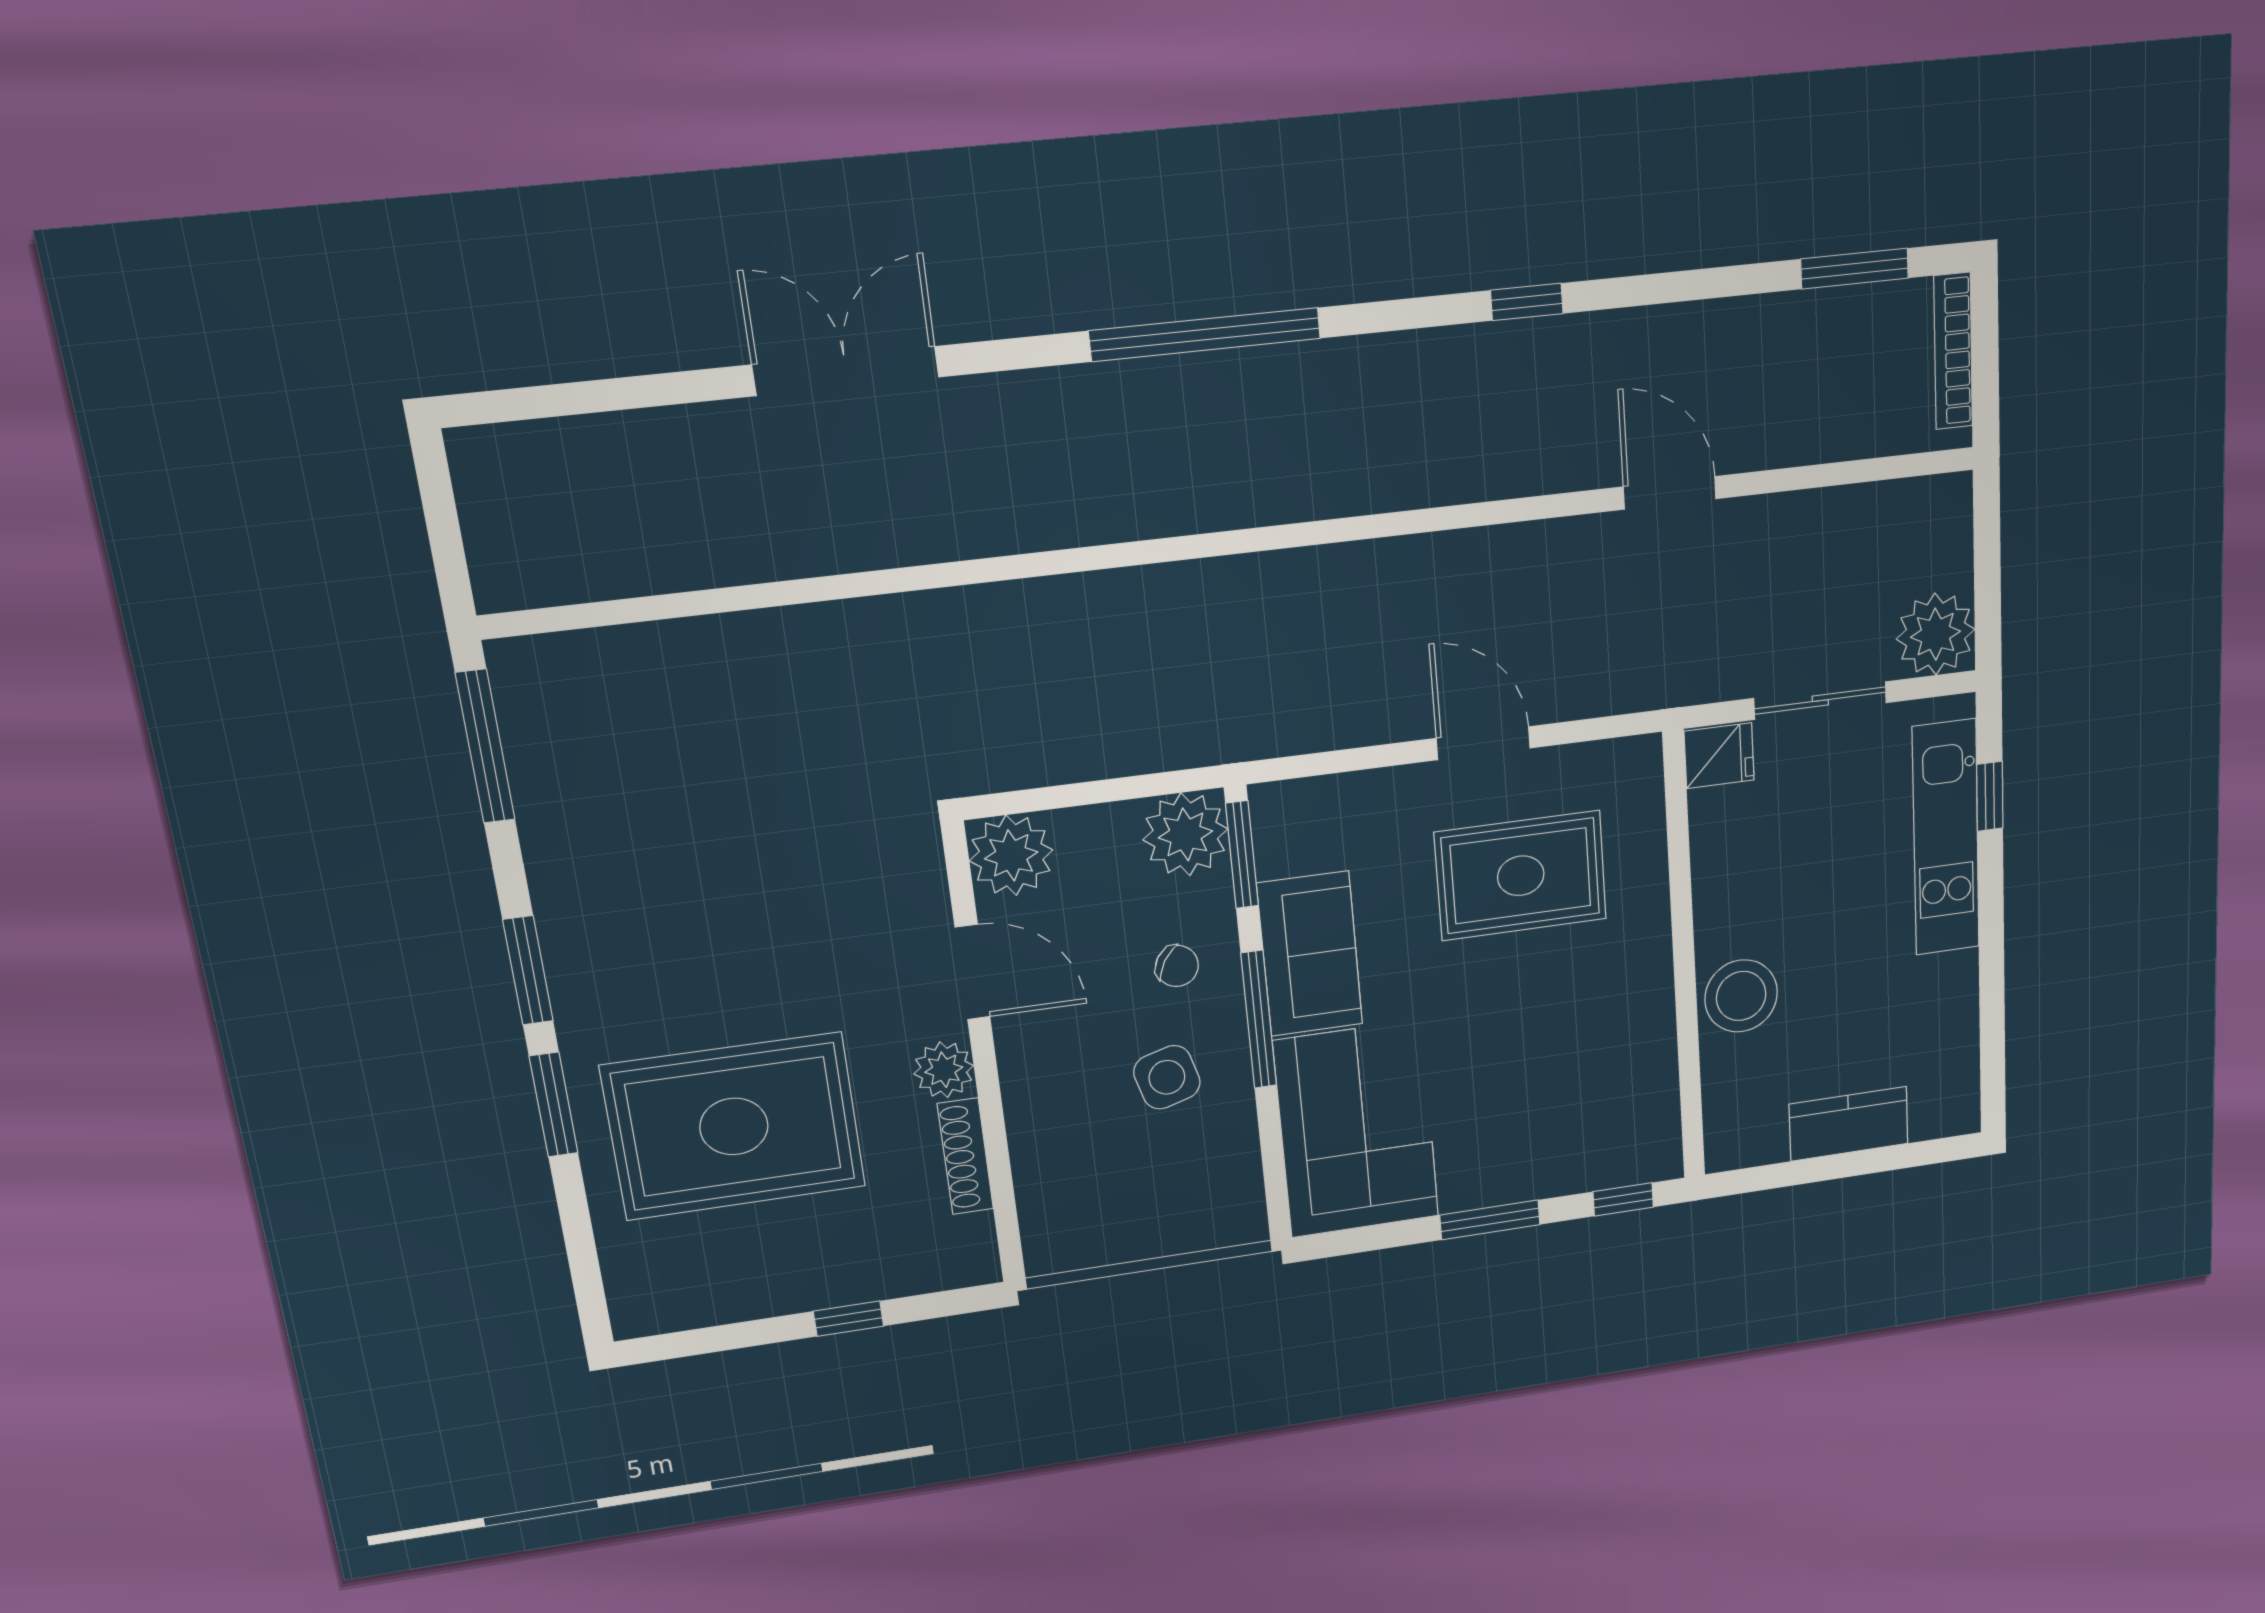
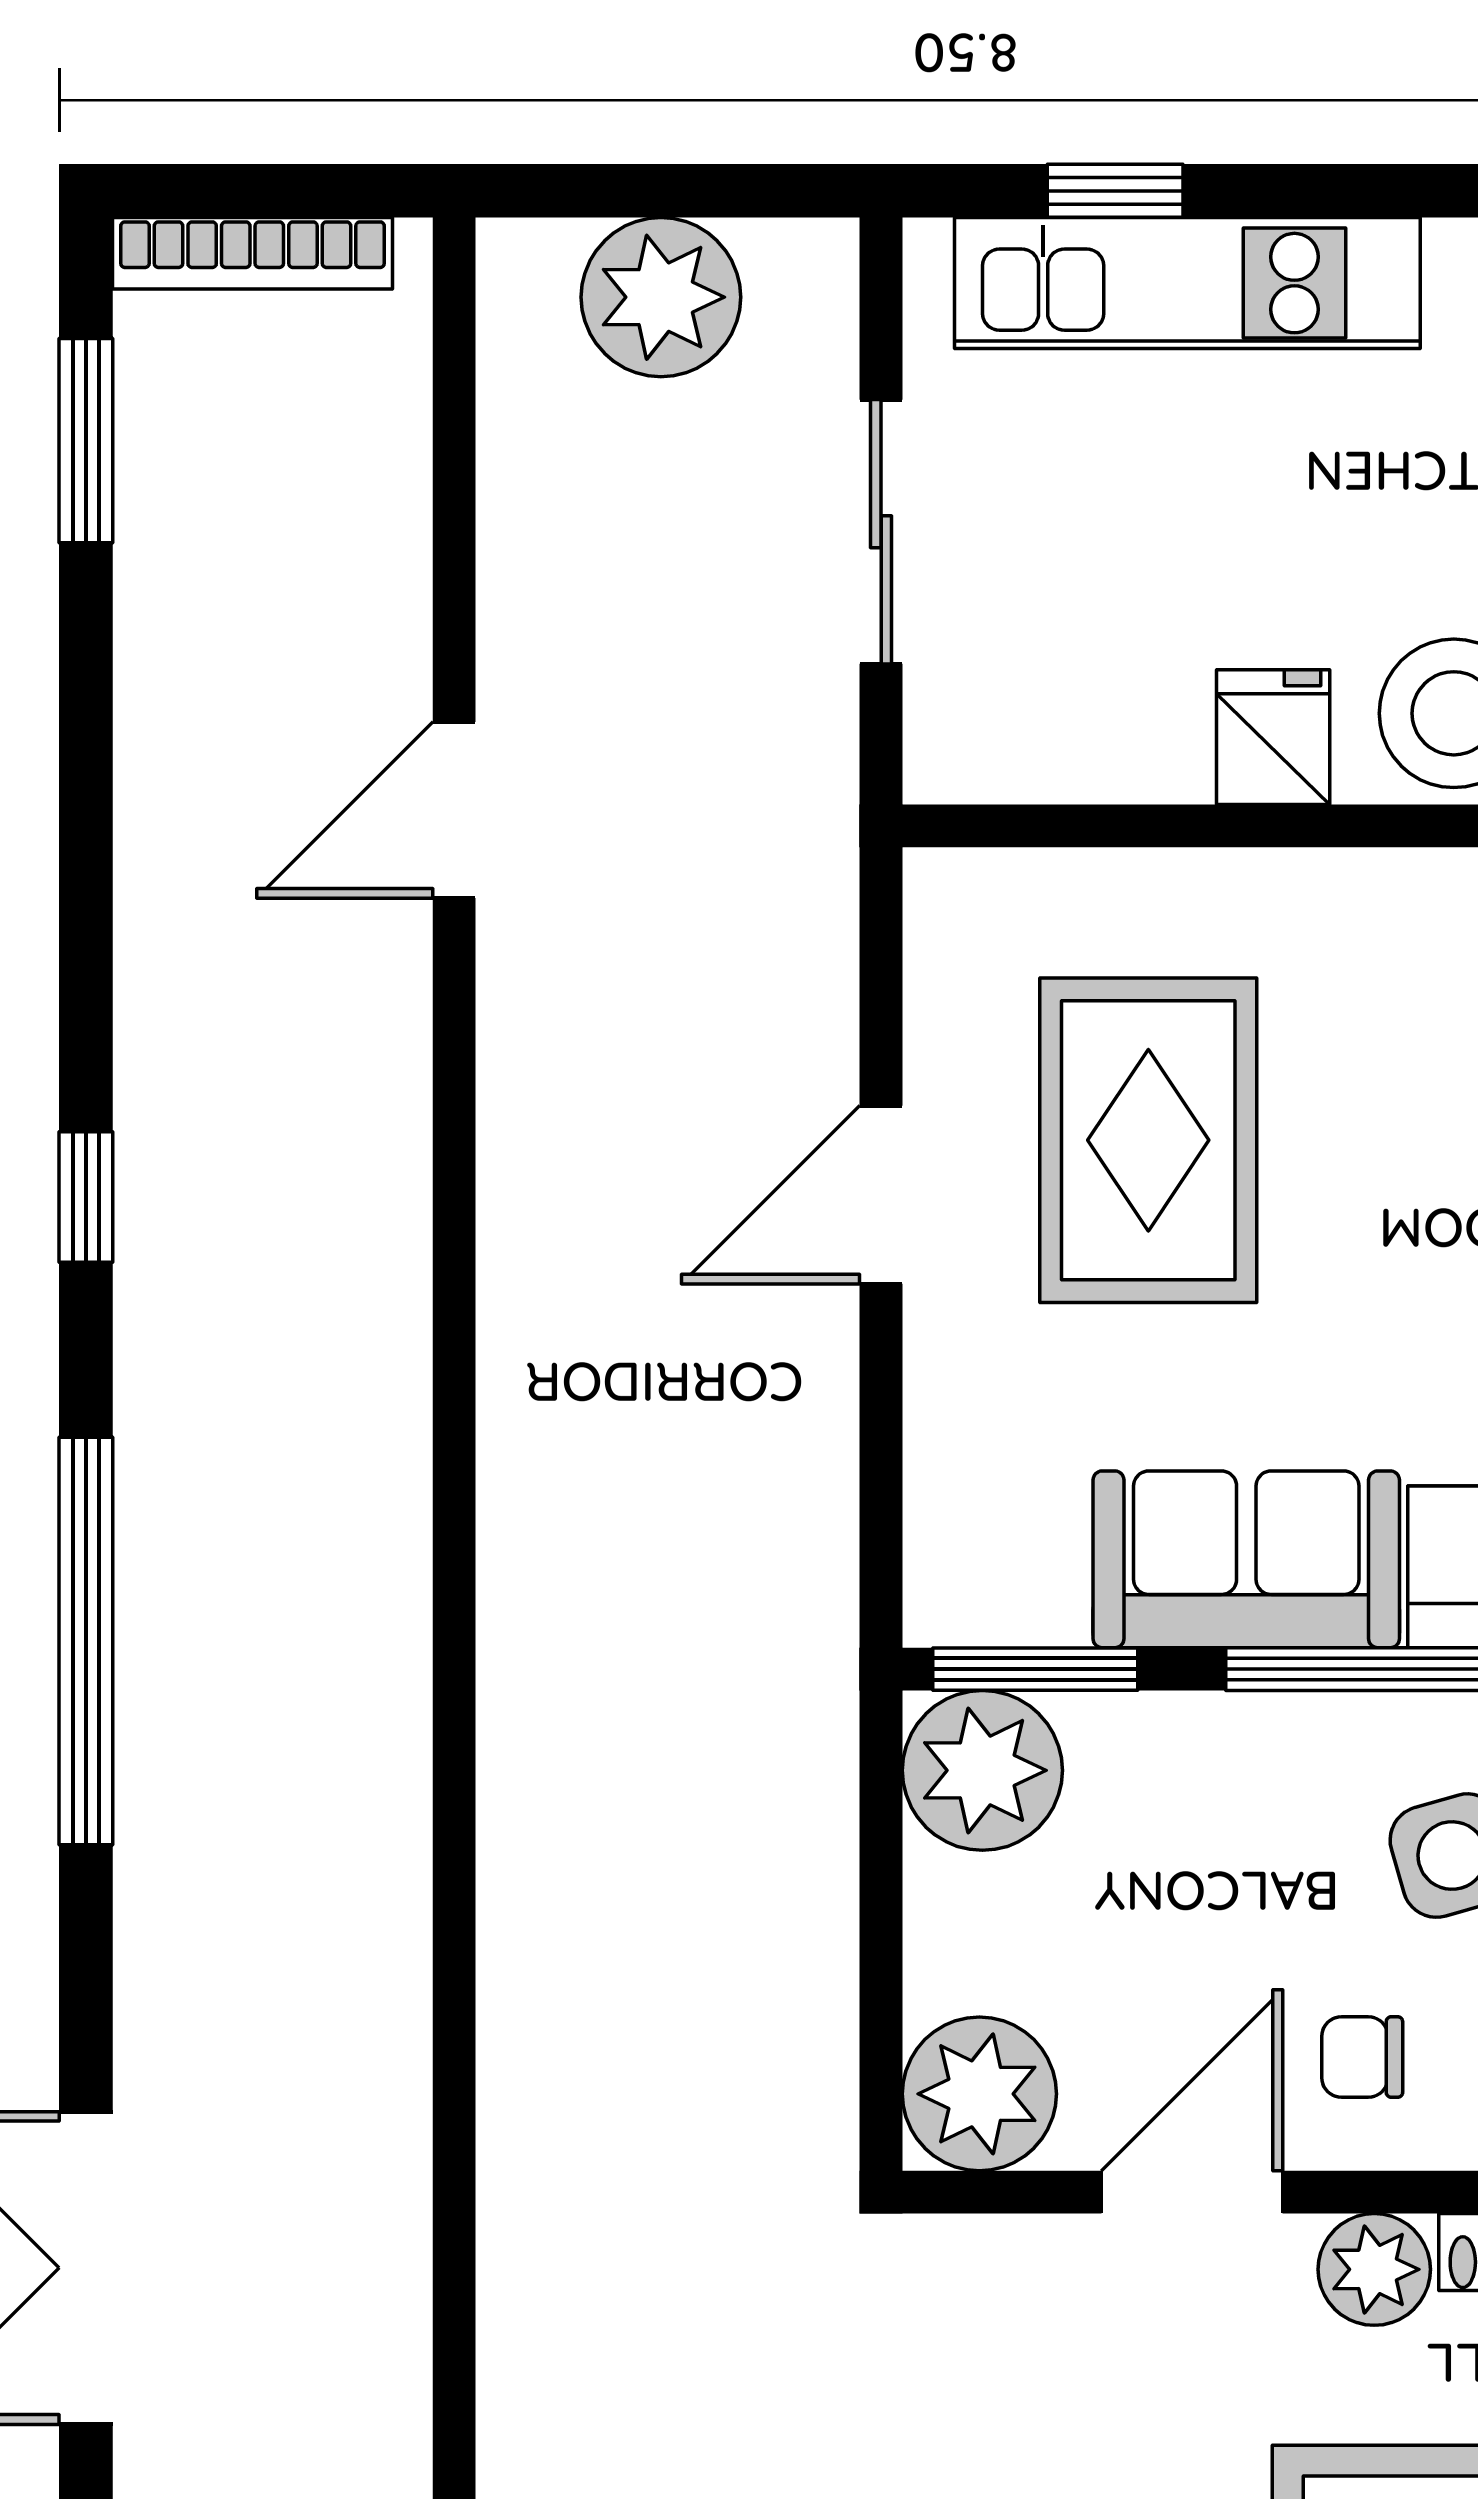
window: (1527, 302) -> (86, 1197), moved
plant: (1936, 634) -> (661, 297), moved
fridge: (1719, 756) -> (1273, 737), moved
chair: (1177, 966) -> (1362, 2057), moved, turned -121

